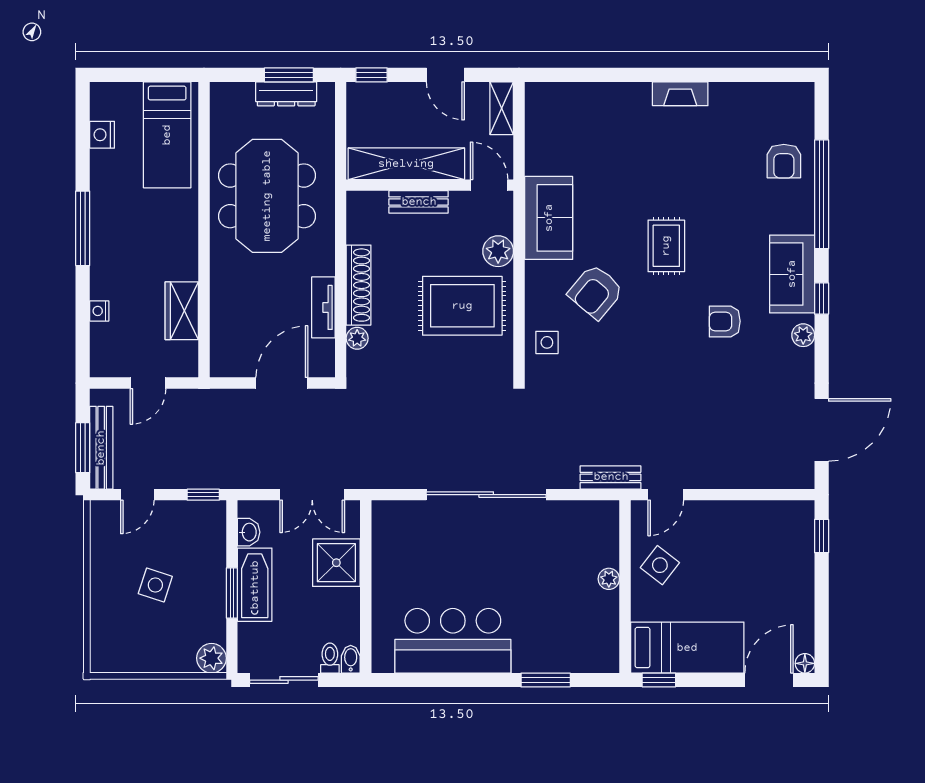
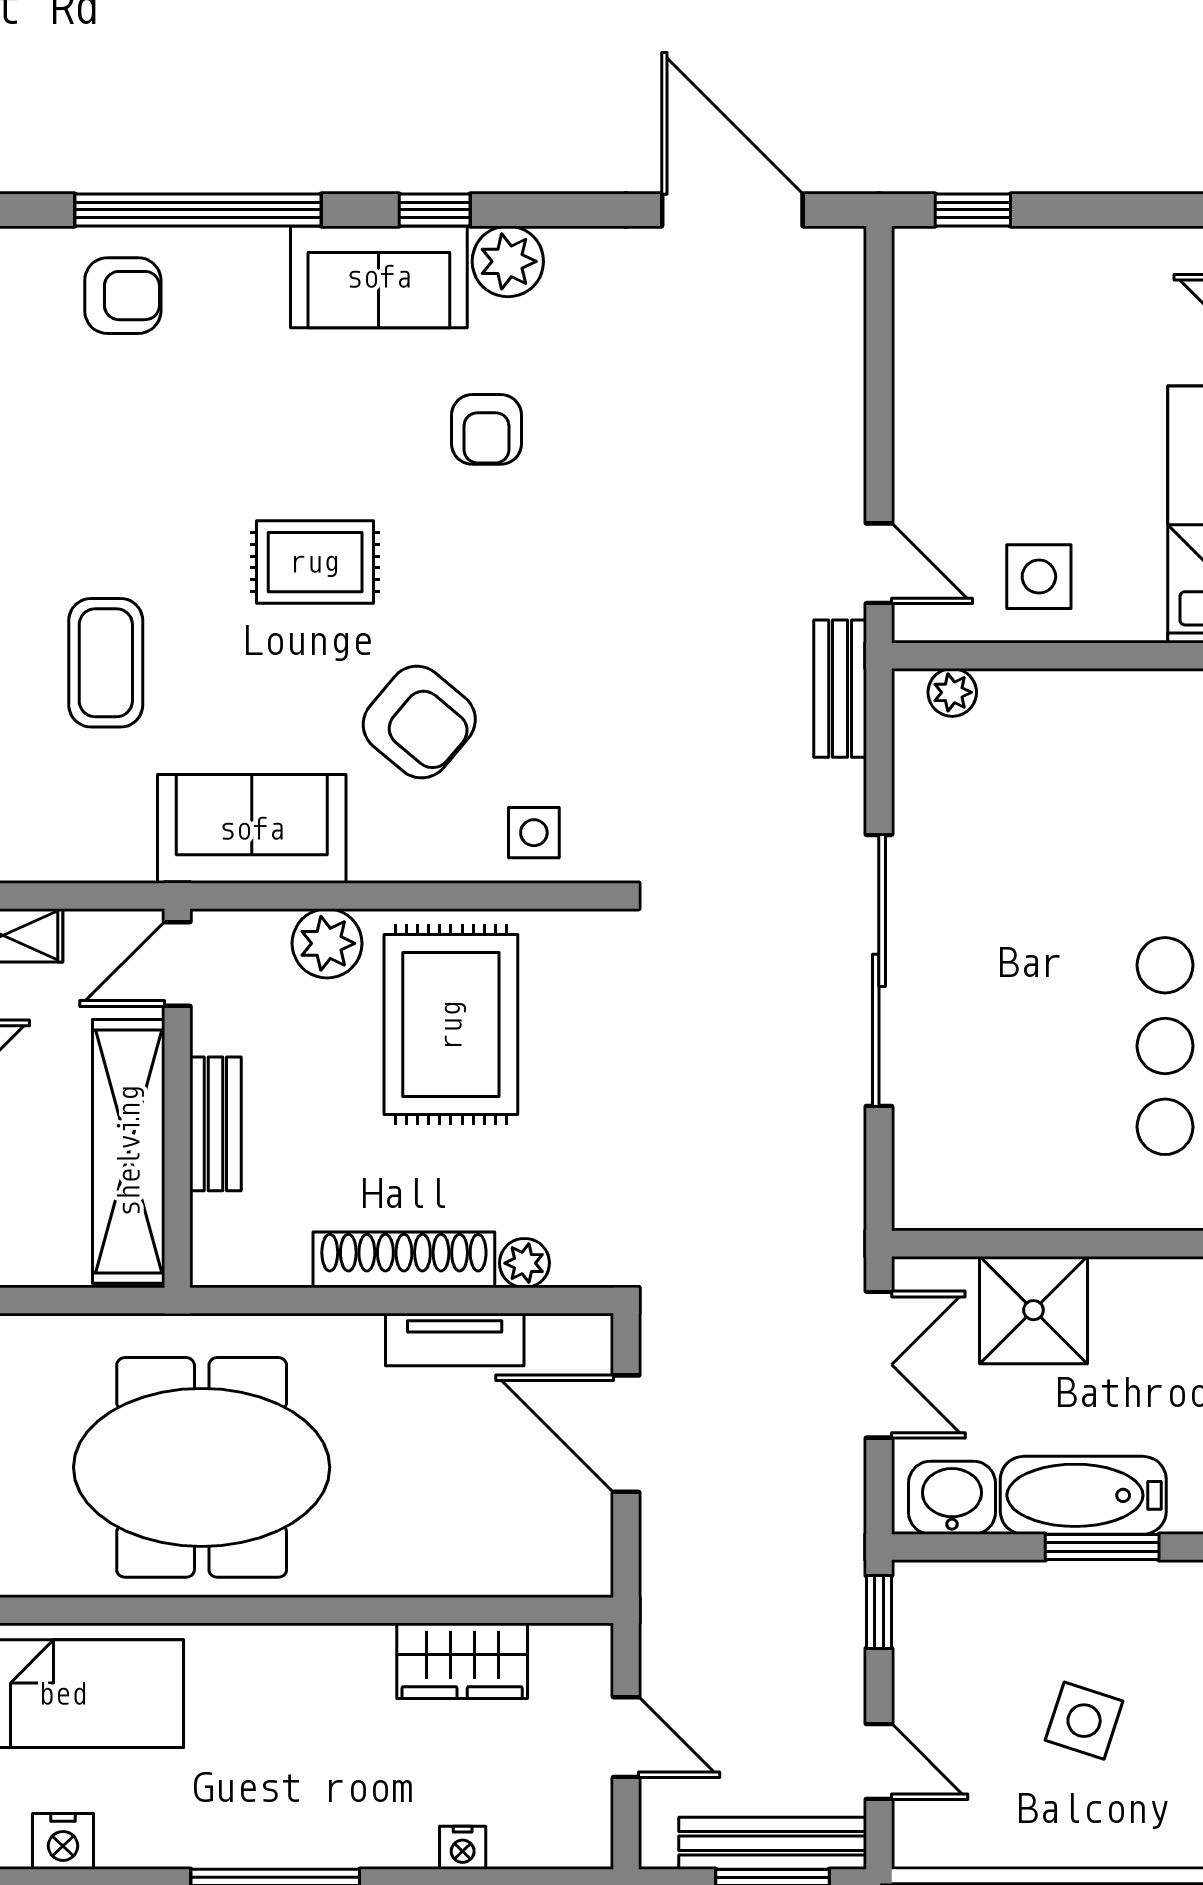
coffee table: (622, 154) -> (106, 663), added
plant: (803, 335) -> (508, 261), width x1.38, depth x1.38
washbasin: (249, 532) -> (952, 1498), width x1.38, depth x1.45
side table: (660, 565) -> (1039, 577), turned -38
plant: (609, 579) -> (952, 692), moved

